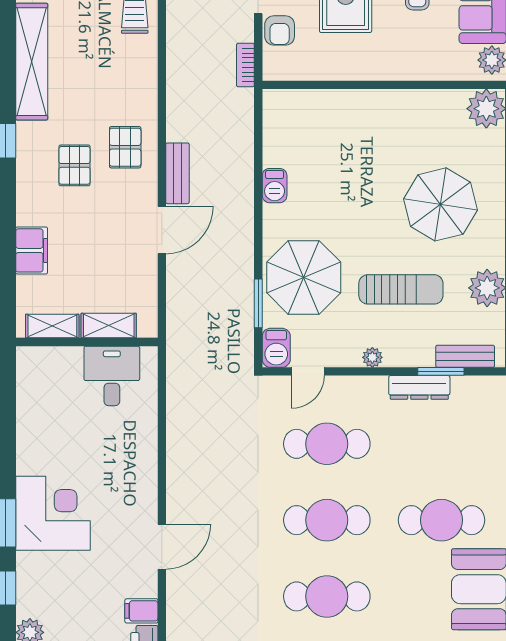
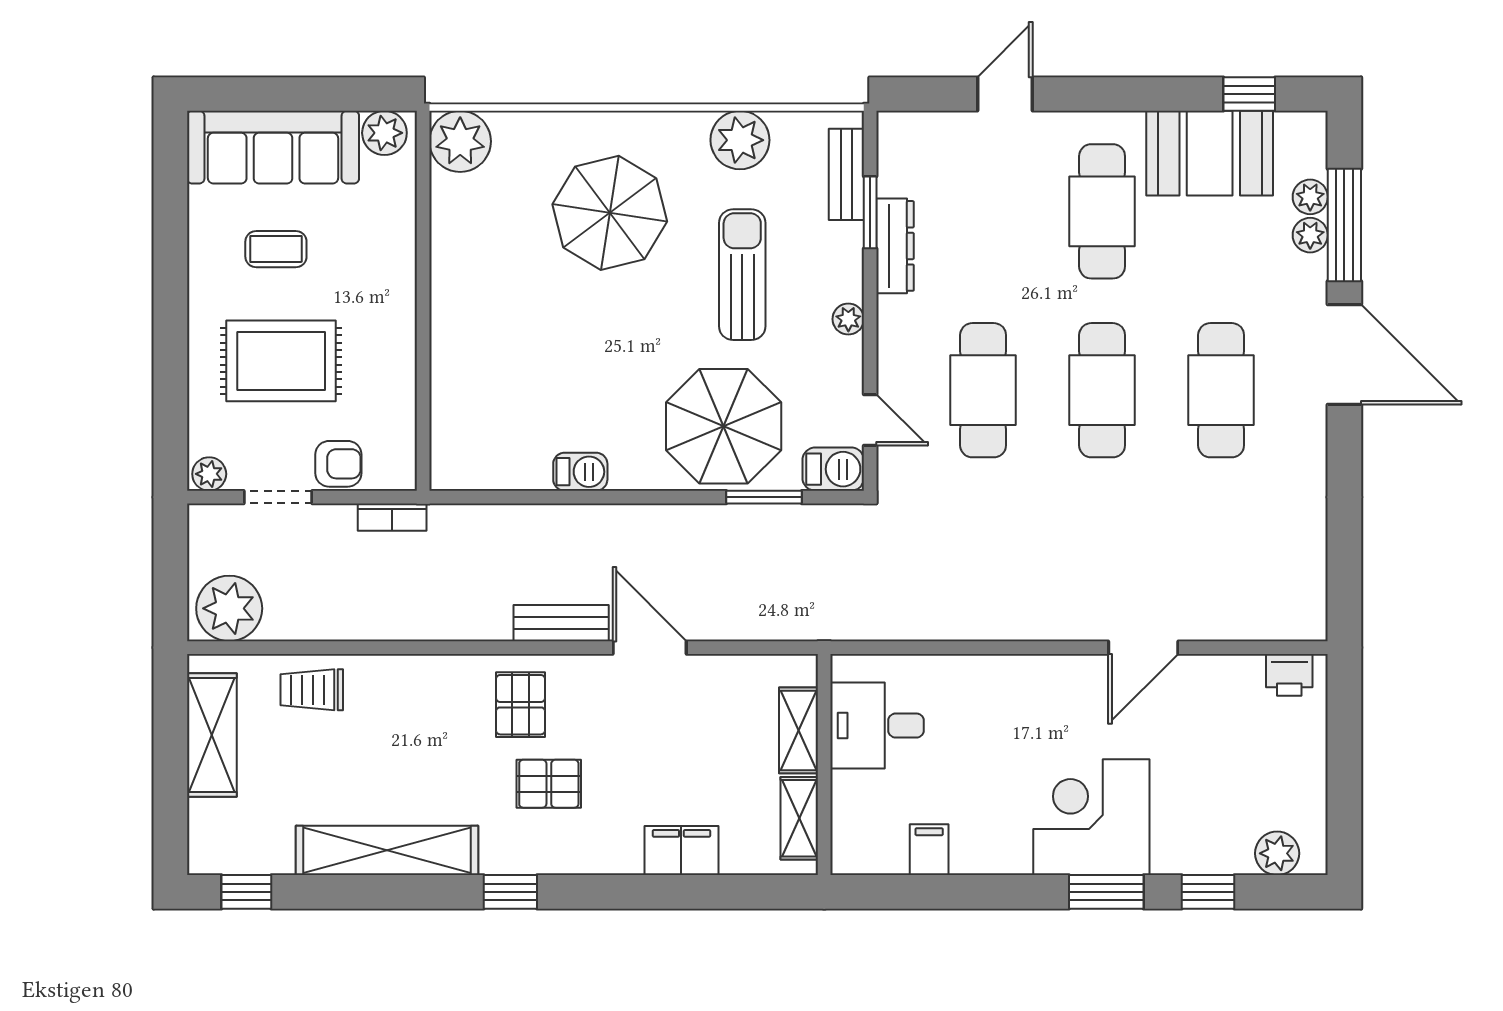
pallet: (125, 147) -> (520, 705), turned 90
door: (162, 547) -> (1143, 648), swing flipped
filing cabinet: (141, 611) -> (929, 850), moved, turned 180

